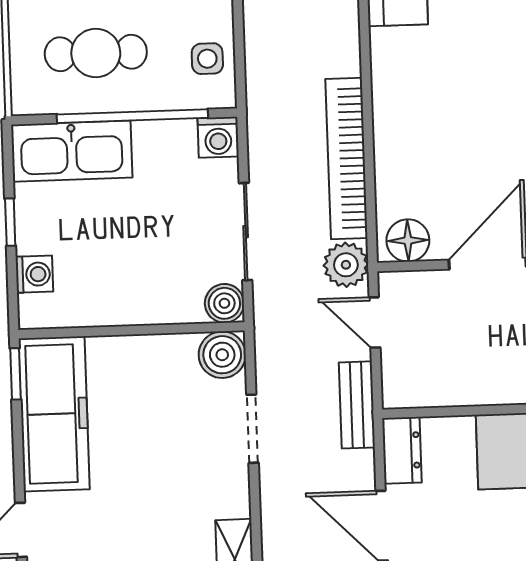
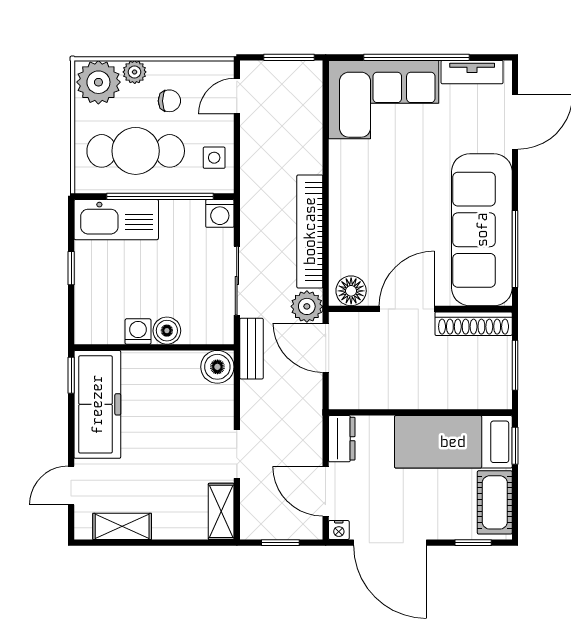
cafe table: (96, 53) -> (136, 151), width x1.37, depth x1.35
washing machine: (34, 274) -> (138, 332), moved, turned -90
boiler: (224, 303) -> (167, 331), moved
door: (375, 322) -> (326, 348), width x1.38
bench: (357, 405) -> (251, 349), moved
doorway: (252, 429) -> (237, 454), moved

